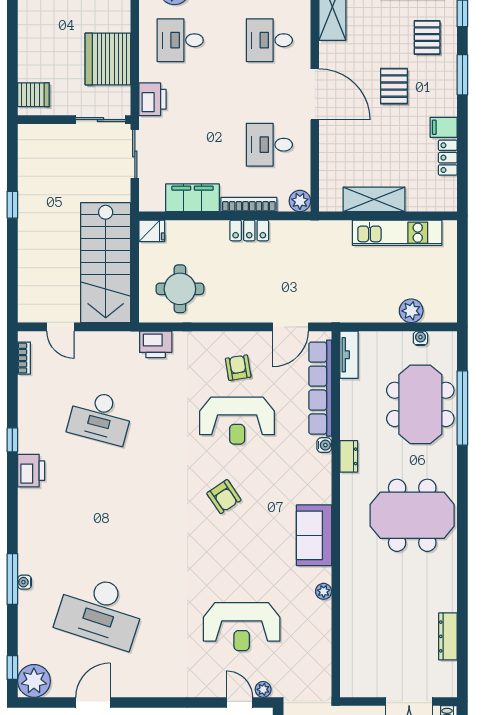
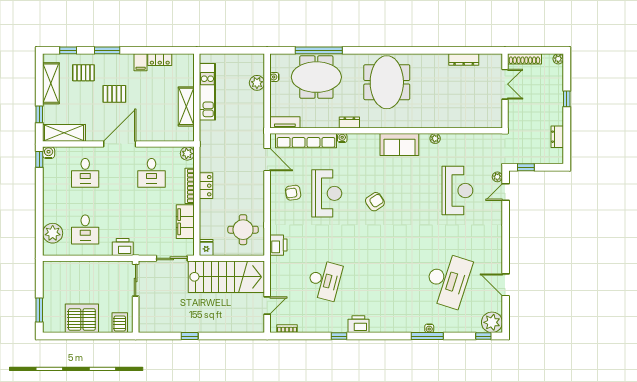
server rack: (108, 59) -> (82, 318), moved, turned 180
sliding door: (135, 154) -> (172, 258), moved

